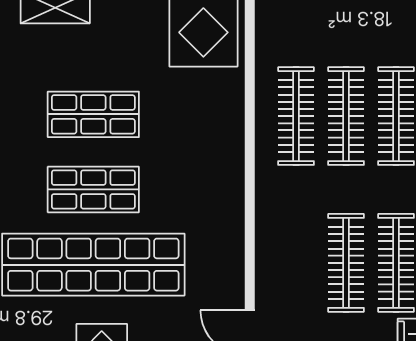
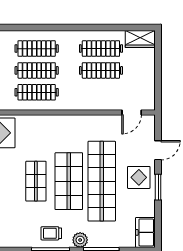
shop shelf: (93, 189) -> (69, 181), width x1.43, depth x1.36

